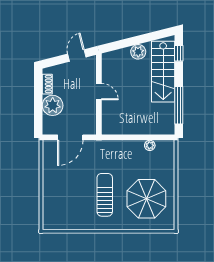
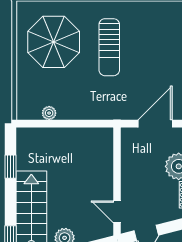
door: (99, 92) -> (117, 212), moved
window: (179, 105) -> (11, 167), width x0.46

